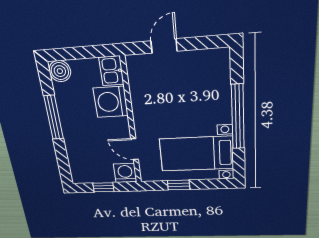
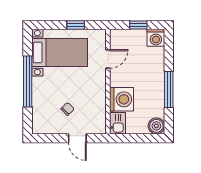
door: (164, 46) -> (77, 138), hinge flipped
chair: (181, 85) -> (68, 109), added
door: (135, 149) -> (108, 59), hinge flipped
washing machine: (125, 173) -> (156, 38), moved

